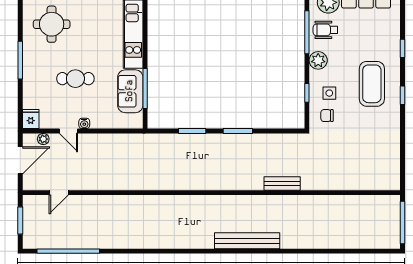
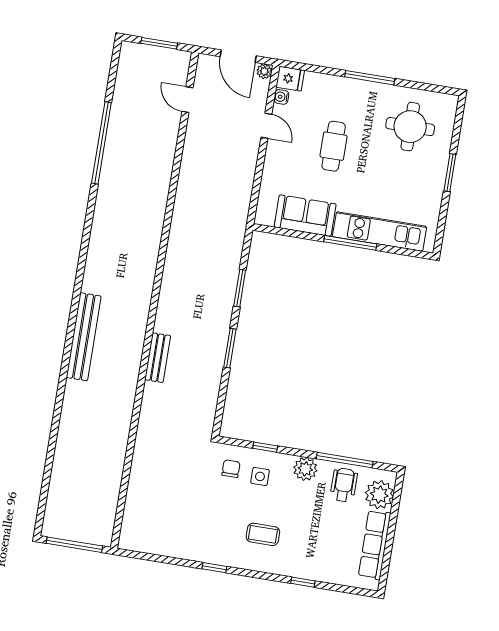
coffee table: (372, 84) -> (263, 534), width x0.54, depth x0.58
window: (145, 88) -> (350, 243), moved
window: (402, 95) -> (214, 568), moved
water cooler: (84, 123) -> (281, 97), moved
door: (68, 131) -> (266, 126), swing flipped
plant: (43, 139) -> (264, 71), moved
bench: (282, 183) -> (158, 358), moved
window: (68, 251) -> (101, 143), moved

